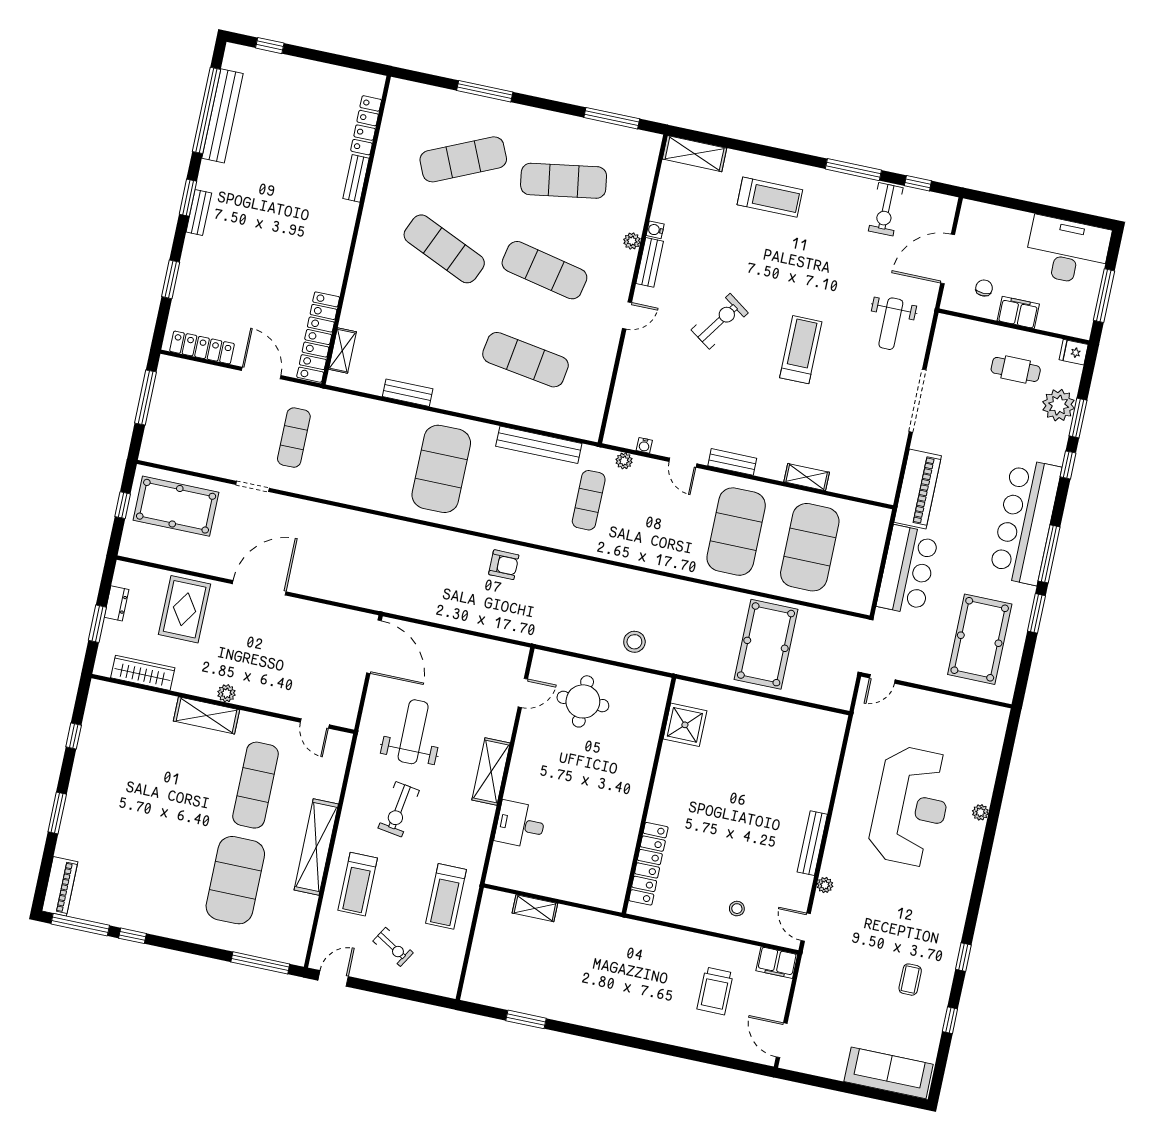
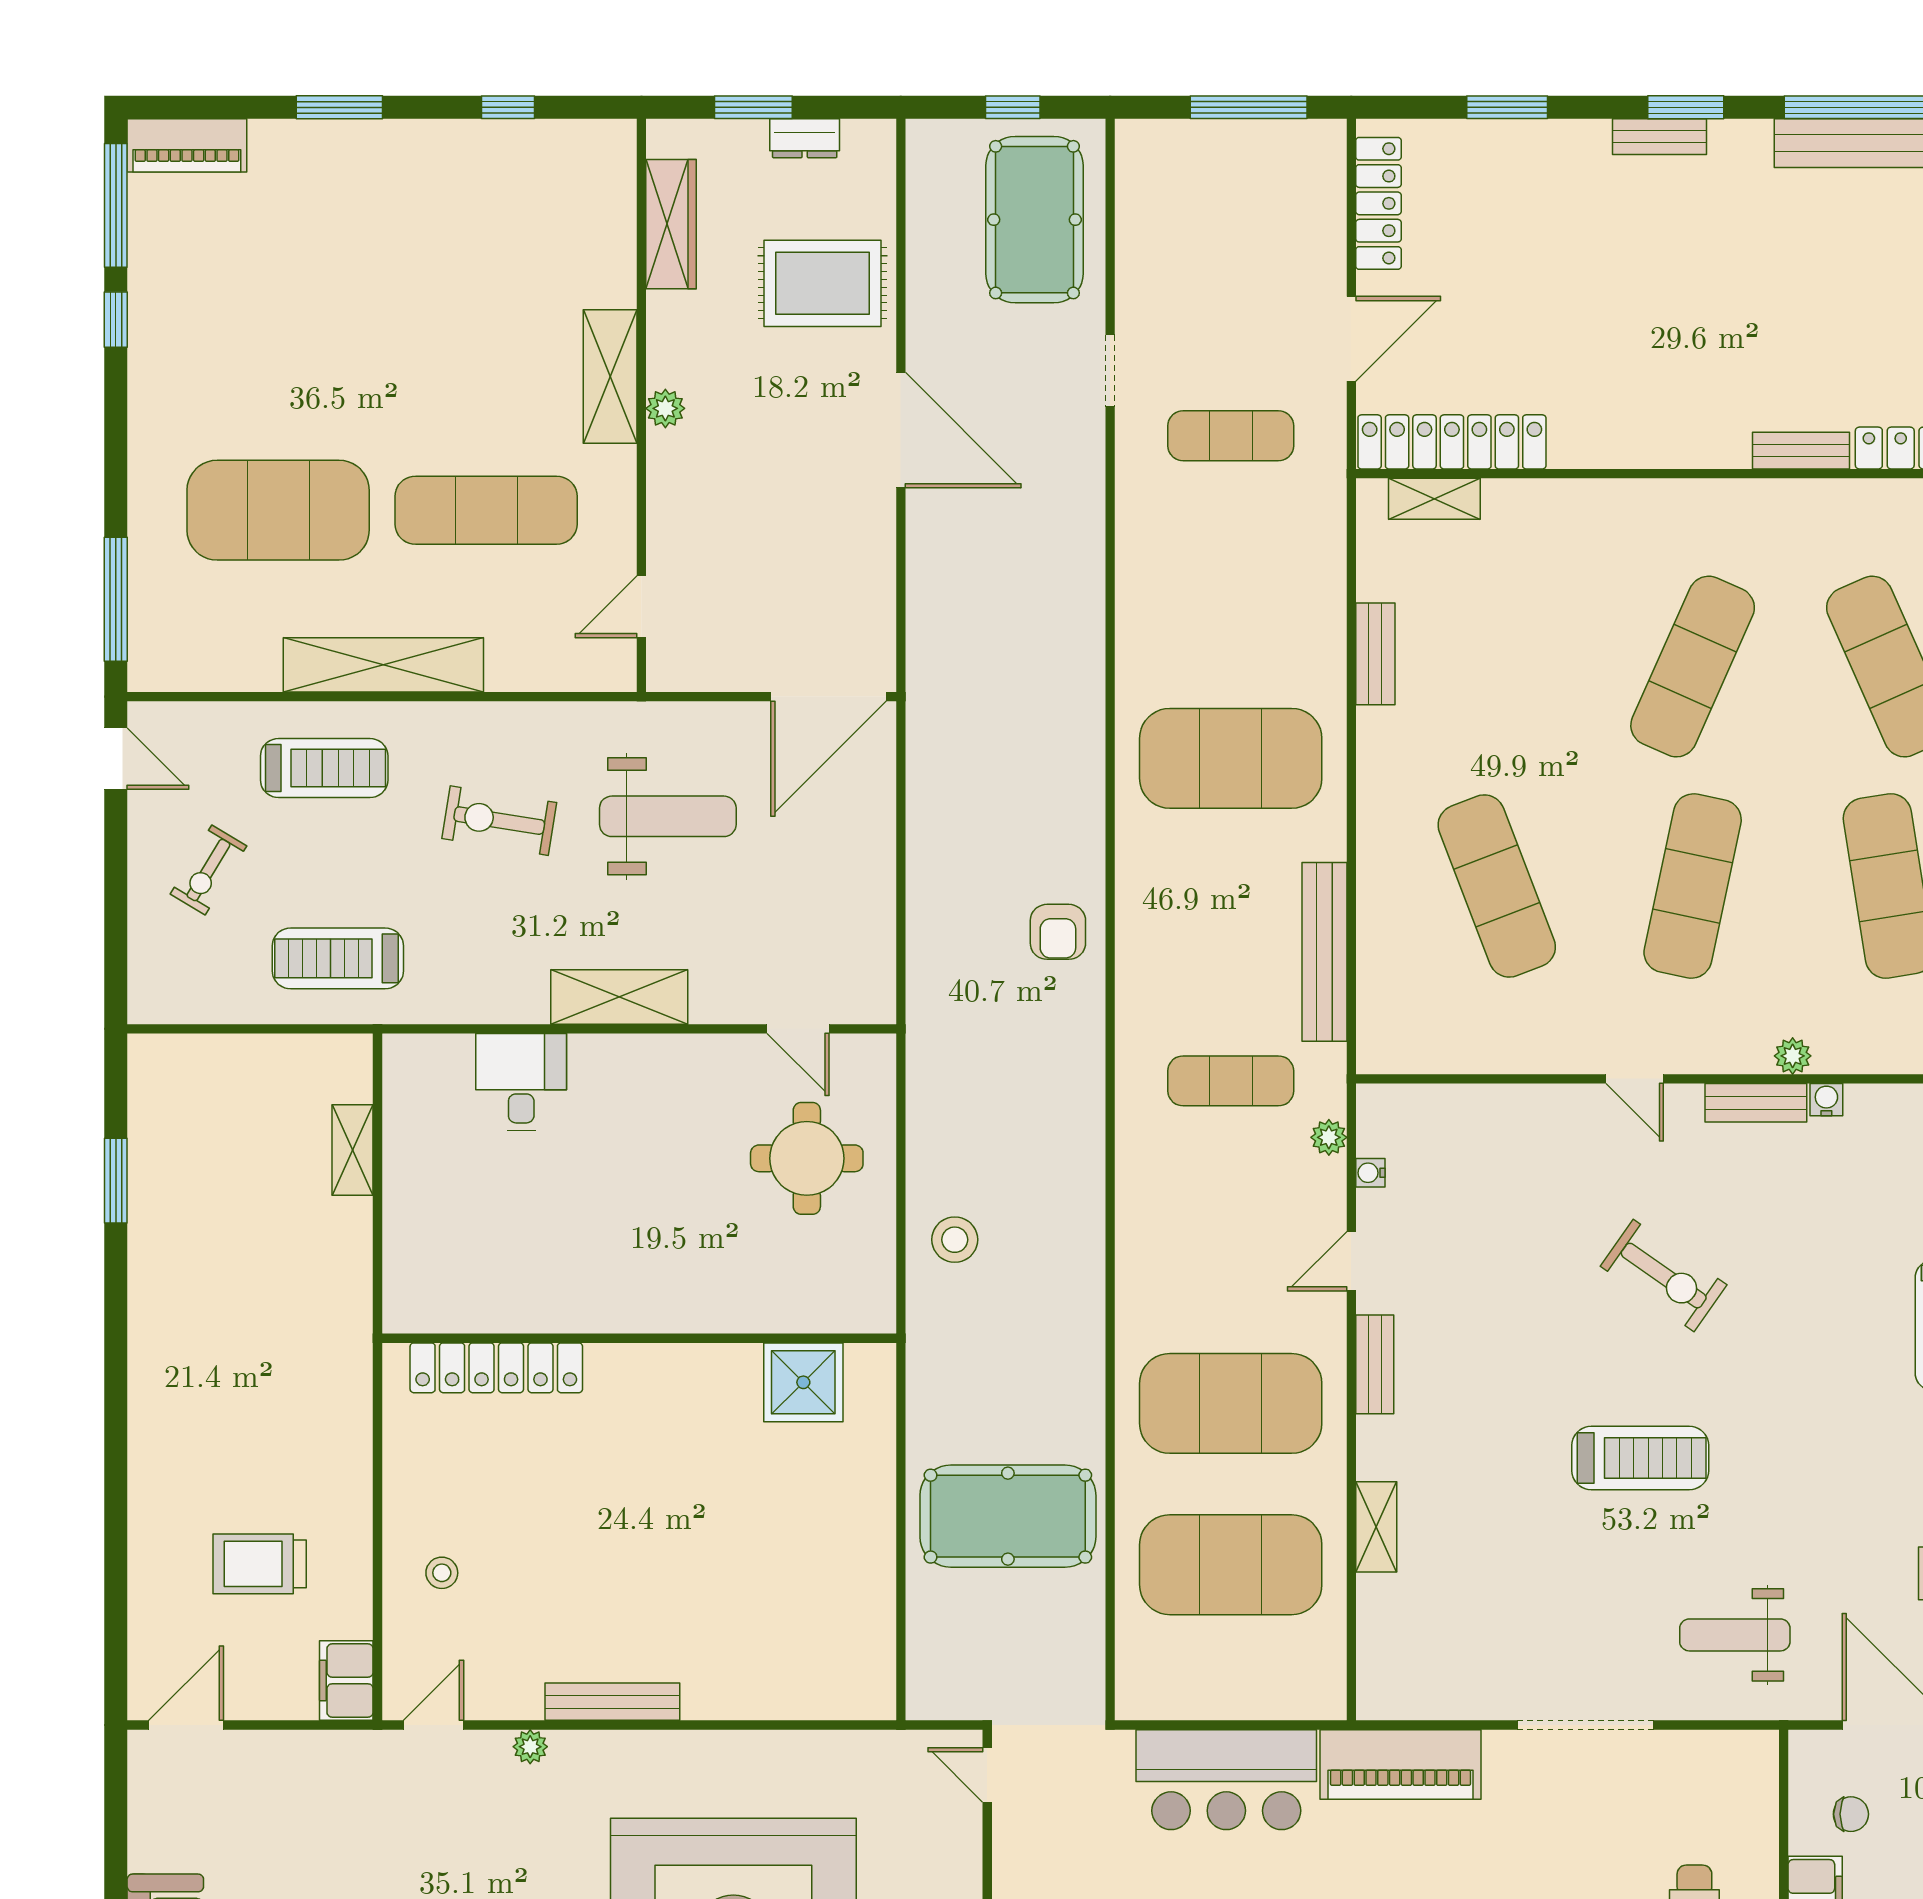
exercise mat: (525, 360) -> (1497, 886), turned -30
treadmill: (358, 884) -> (324, 768), turned 180

